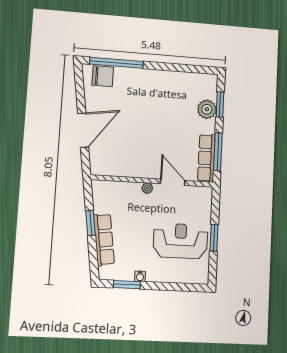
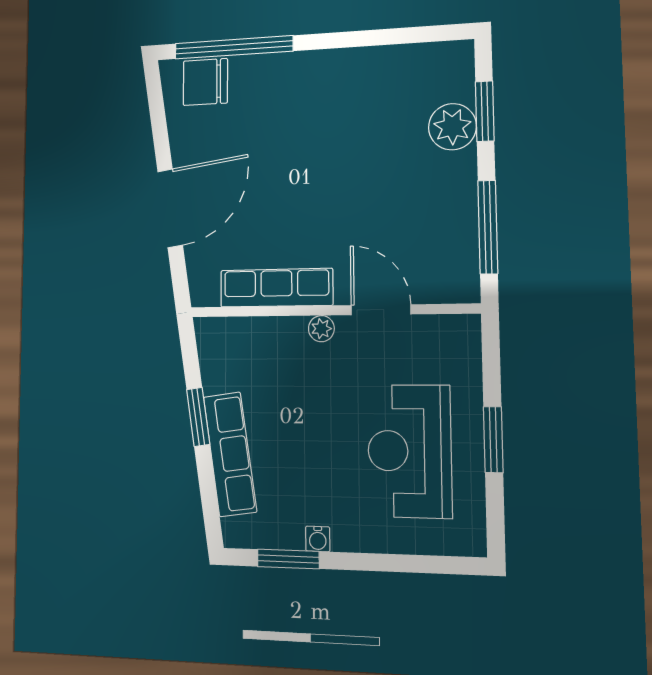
chair: (103, 76) -> (205, 82), turned 180
row of seats: (206, 158) -> (276, 288), moved, turned 90
reception desk: (180, 241) -> (409, 451), turned -90

